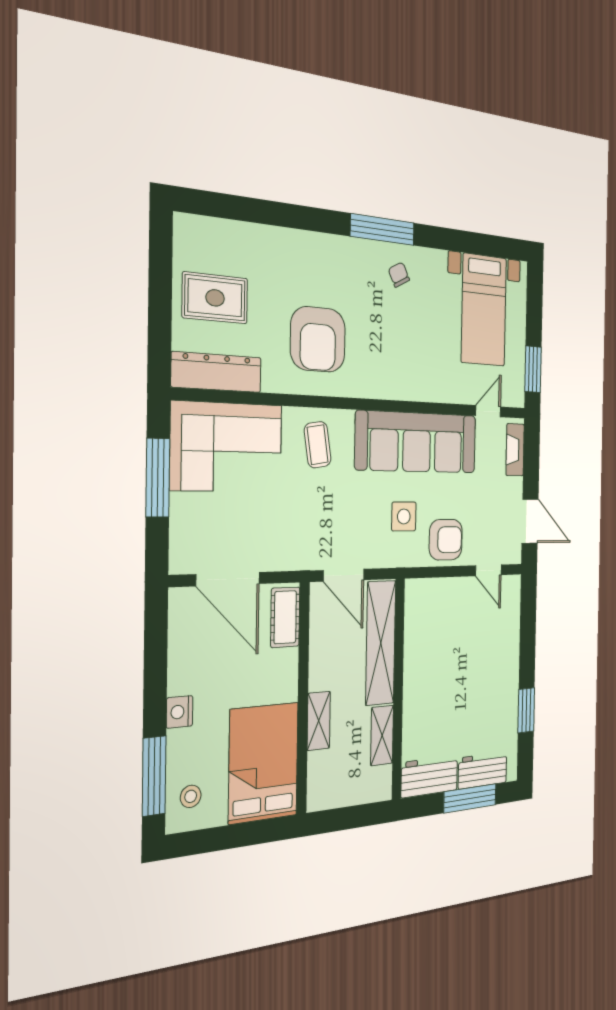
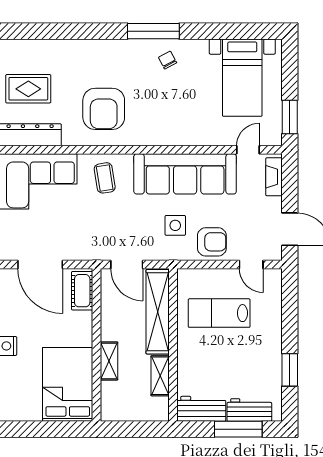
lab bench: (452, 640) -> (219, 313), added
stool: (191, 796) -> (16, 400), removed

